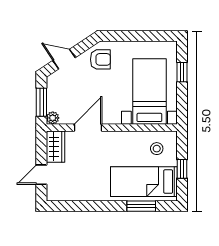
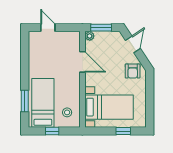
wardrobe: (55, 147) -> (69, 38), removed

